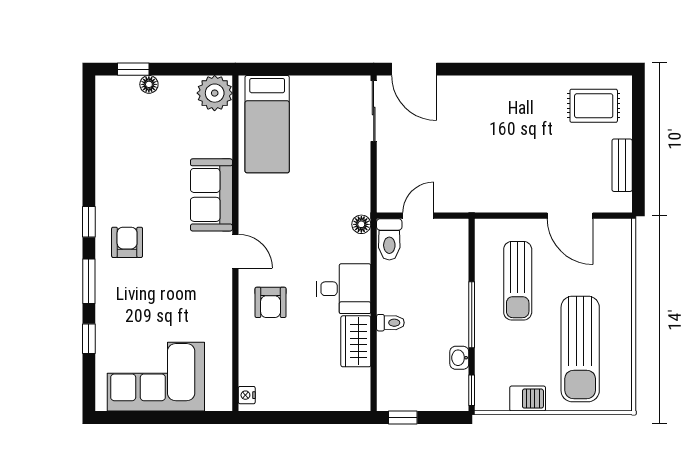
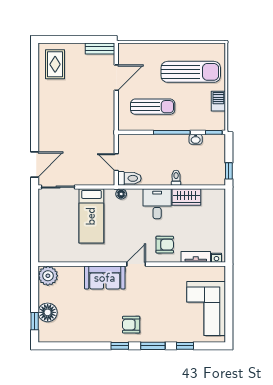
floor lamp: (149, 84) -> (48, 312), width x1.89, depth x1.89
bed: (267, 124) -> (91, 216), moved, turned 90
bench: (622, 165) -> (100, 48), moved
tv unit: (248, 358) -> (196, 257), added

